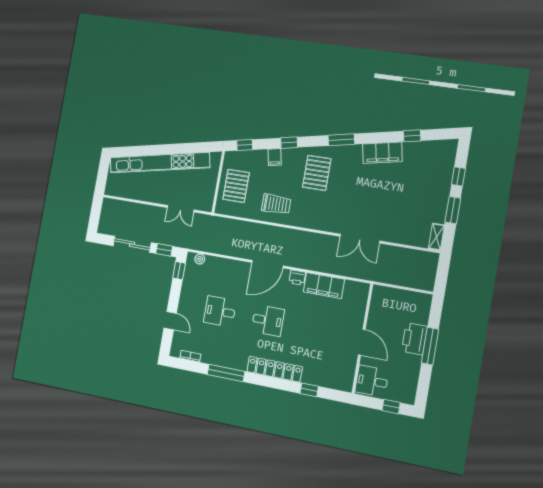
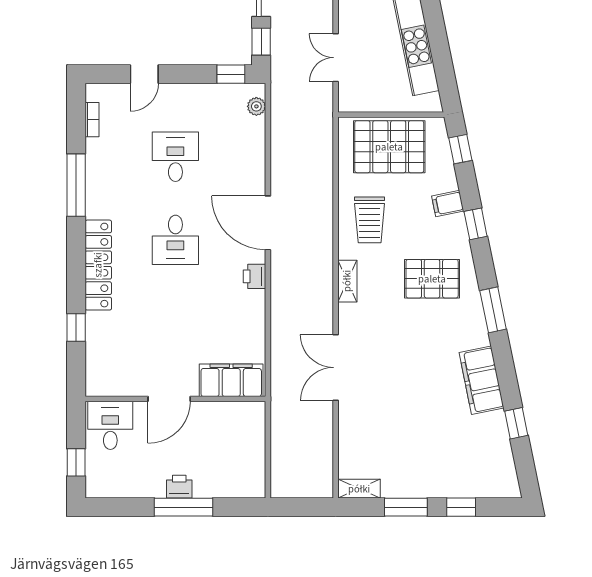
pallet: (236, 186) -> (389, 147), width x1.37, depth x1.41
shelving: (310, 223) -> (347, 281), added
filing cabinet: (324, 286) -> (231, 380), moved, turned 90
printer: (414, 339) -> (179, 487), width x0.53, depth x0.68

